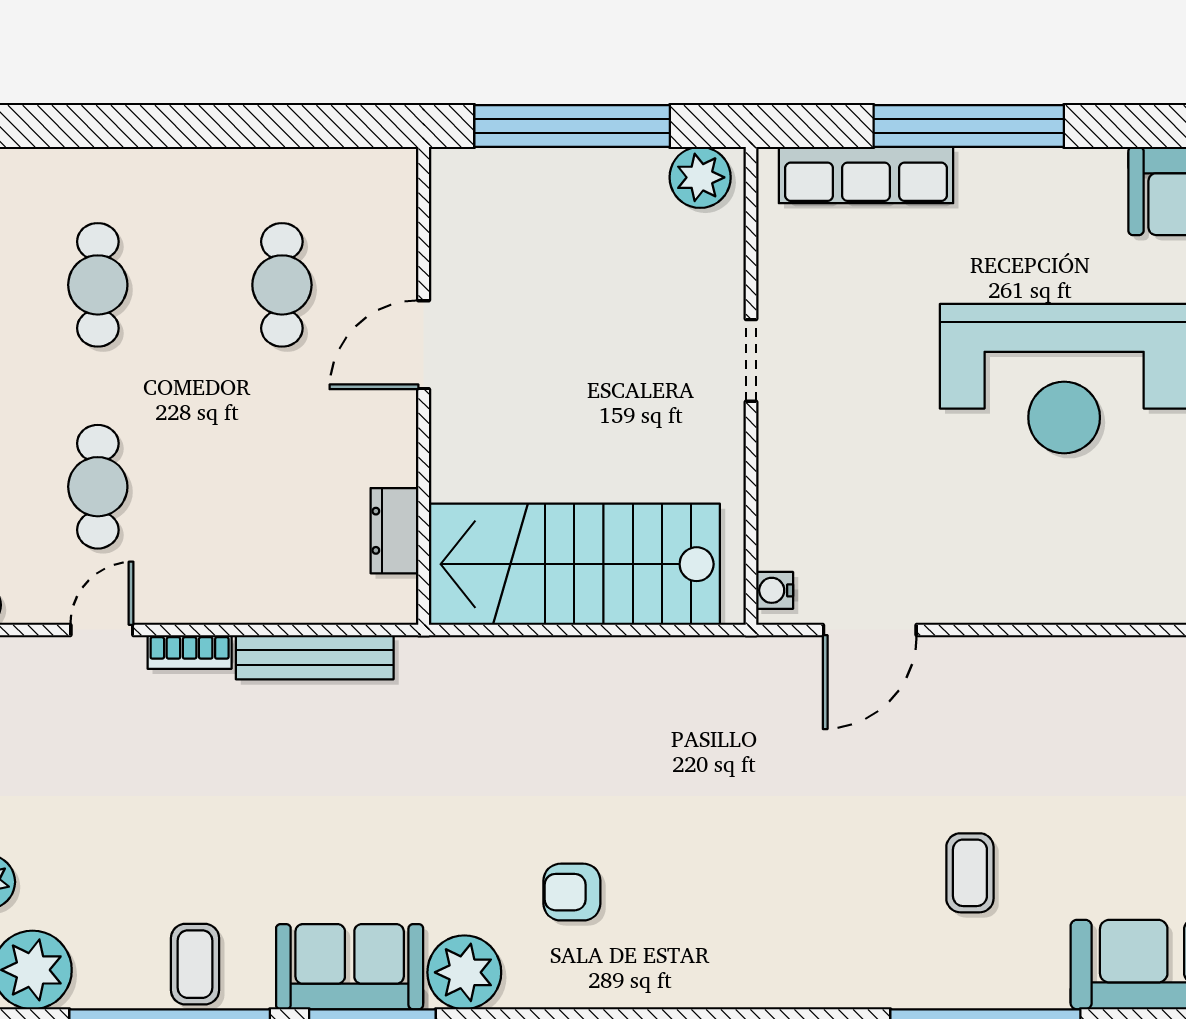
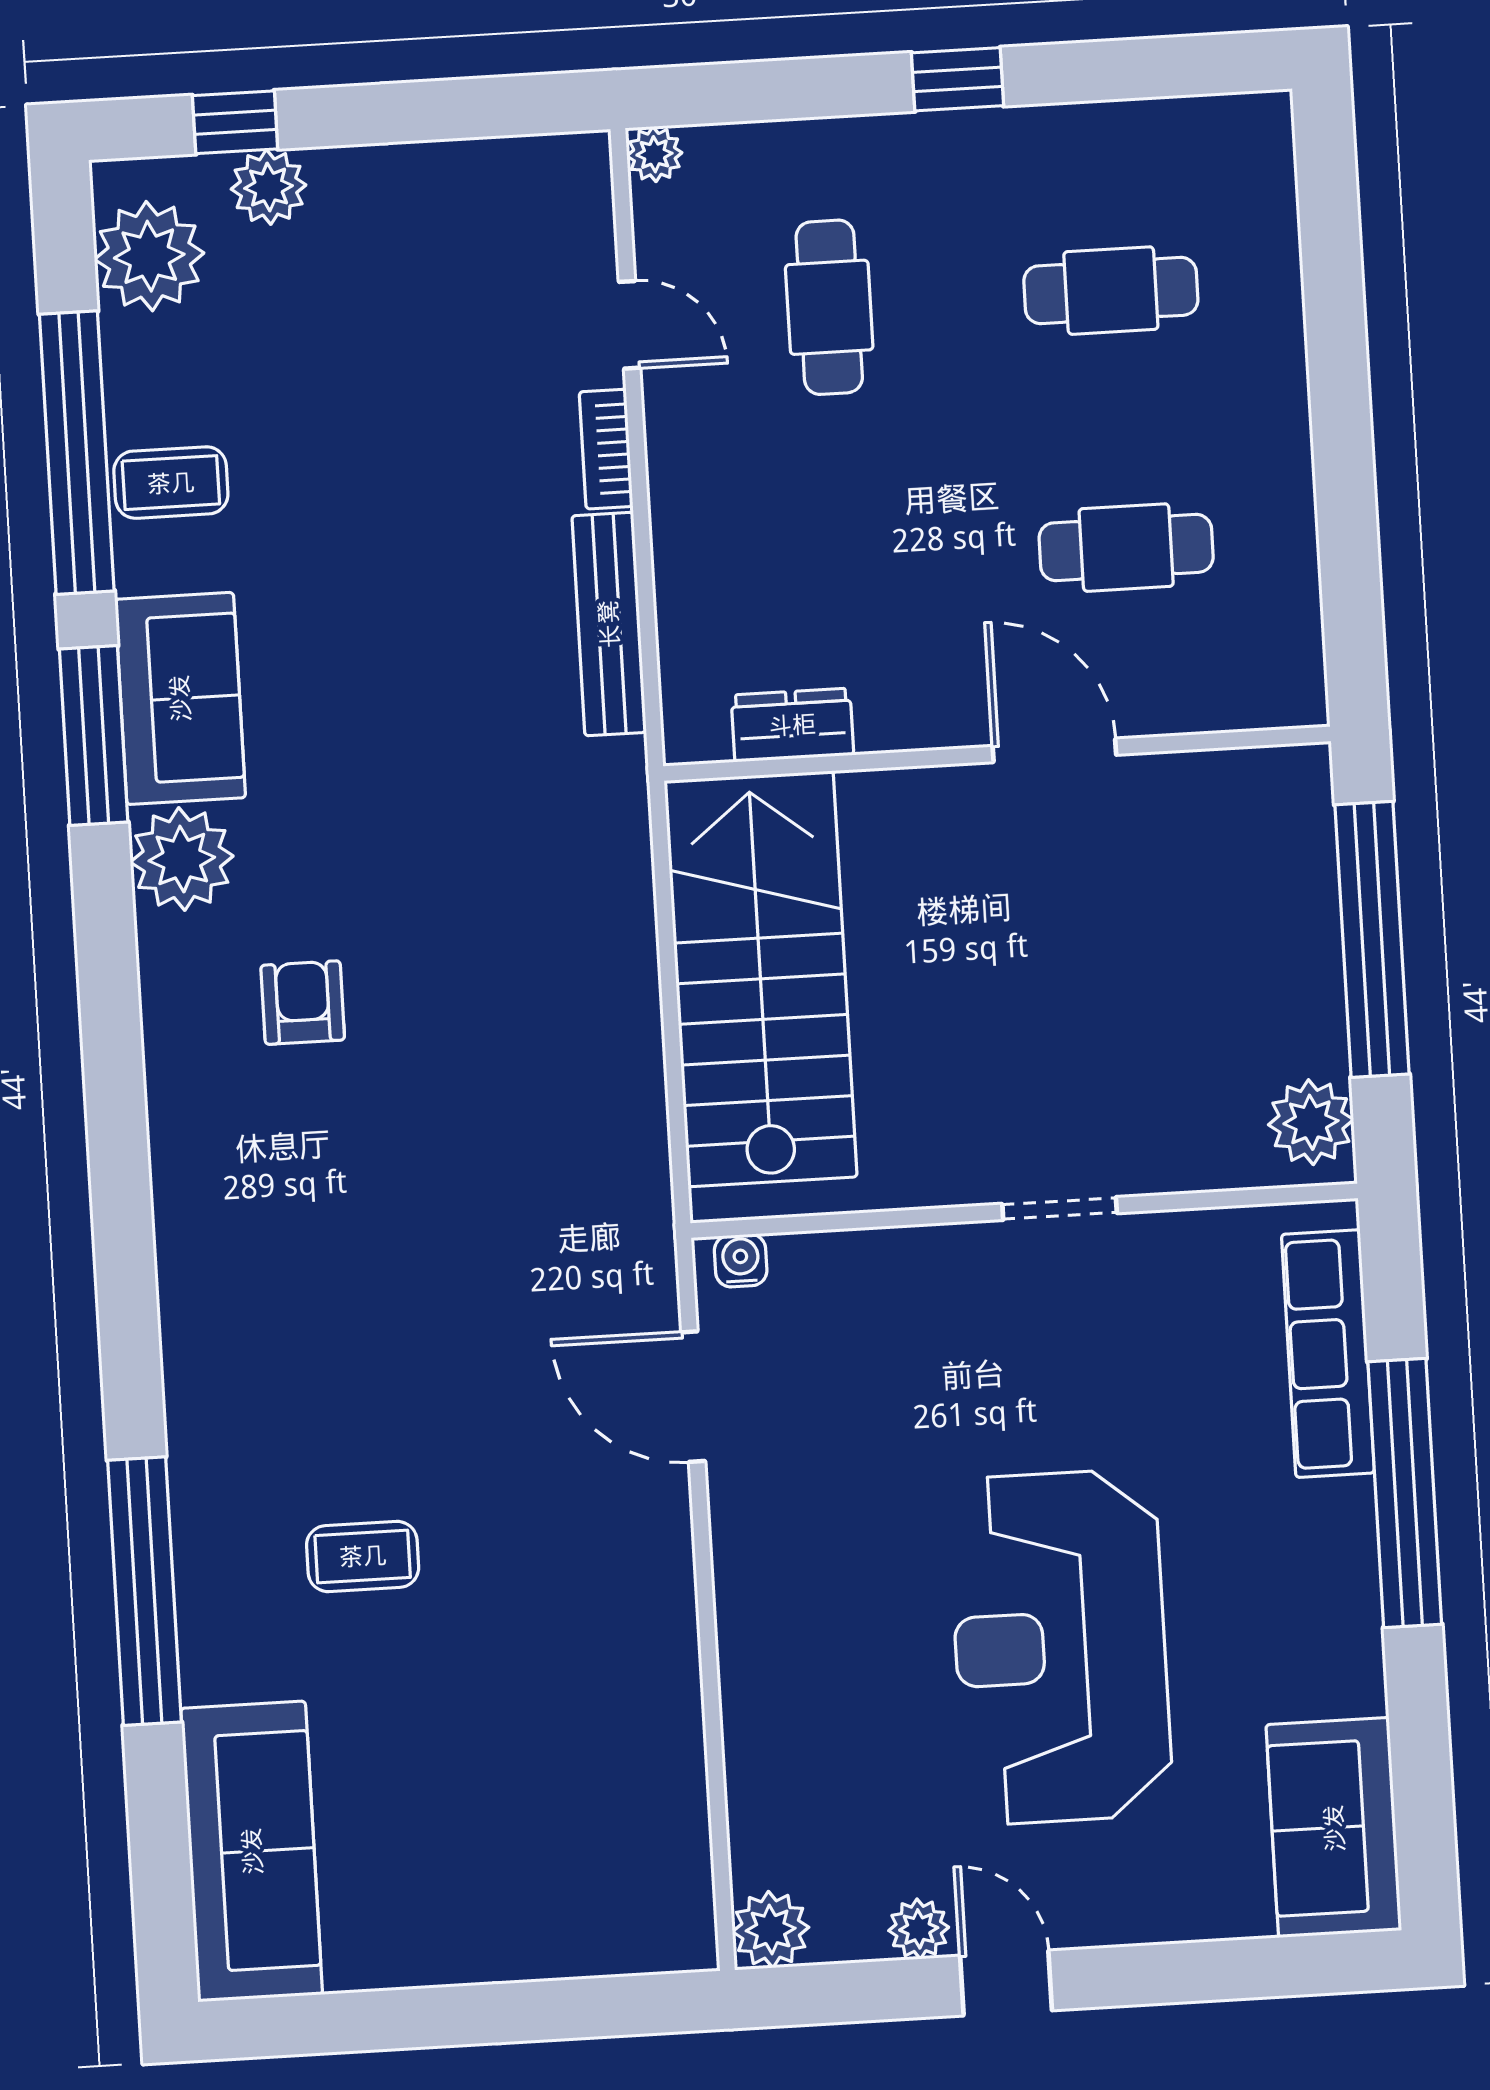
cafe table: (98, 487) -> (829, 307), turned 90

